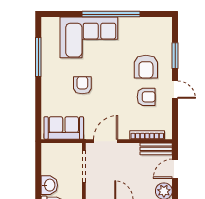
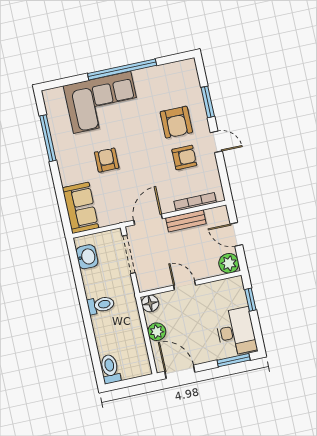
sofa: (64, 128) -> (80, 208), moved, turned 90
bench: (156, 149) -> (186, 221), moved
door: (175, 169) -> (236, 234), hinge flipped
washbasin: (49, 185) -> (87, 257), moved

